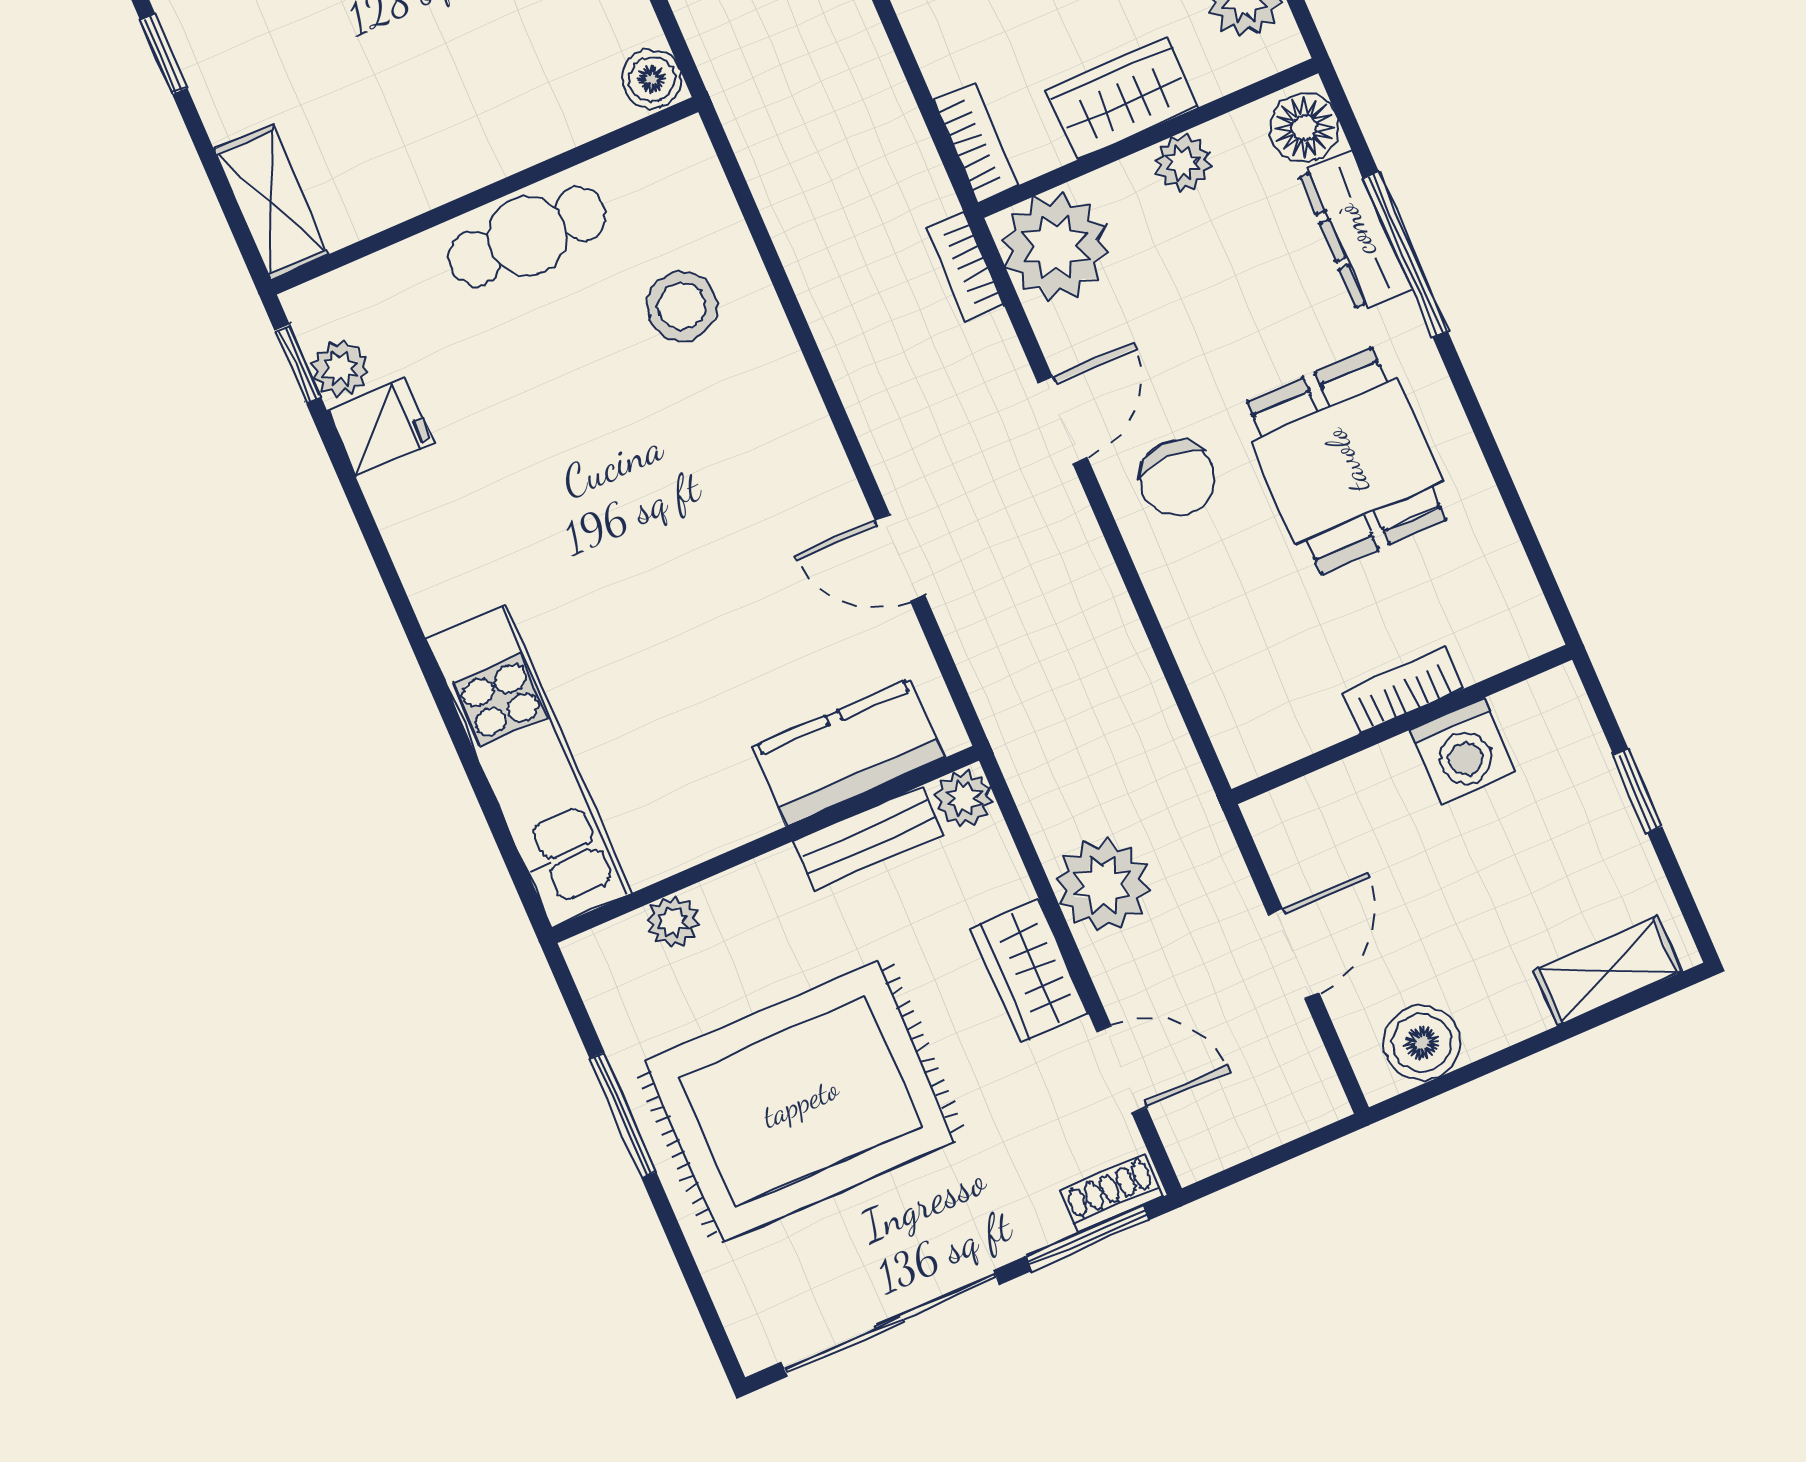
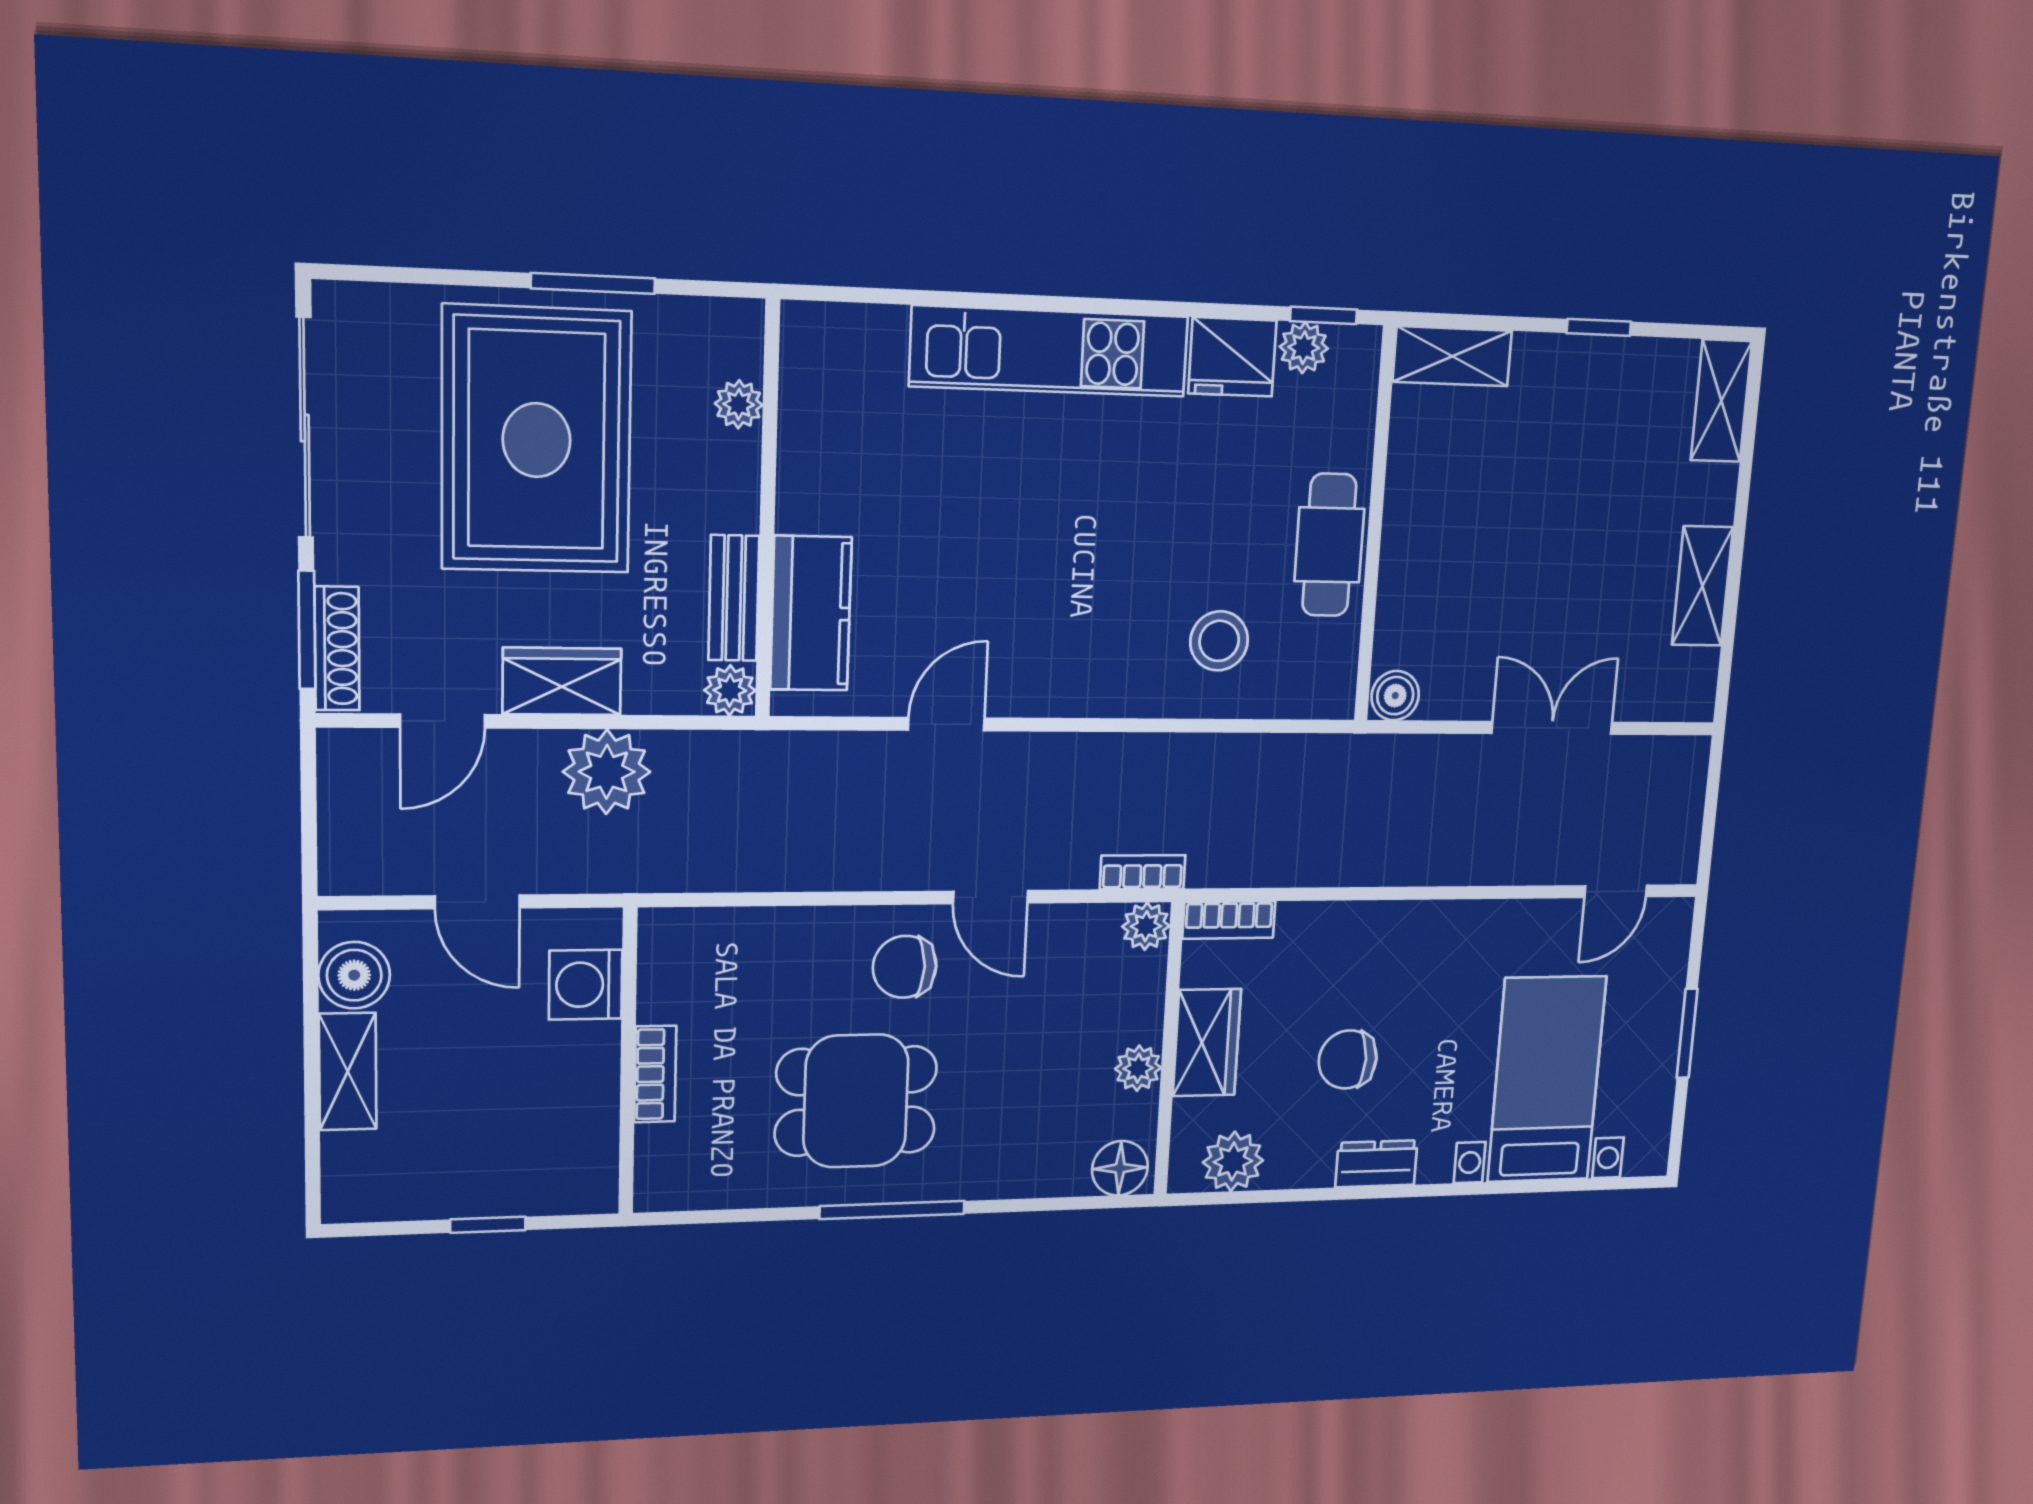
dresser: (1355, 231) -> (1026, 1175), removed
plant: (1056, 246) -> (1146, 926), width x0.53, depth x0.53
window: (1406, 254) -> (892, 1210), moved
fridge: (381, 427) -> (1232, 357), width x1.38
washing machine: (1462, 751) -> (586, 985), moved
kitchen unit: (529, 766) -> (1050, 351), moved
shelving: (1608, 971) -> (348, 1072), moved
shoe rack: (1112, 1194) -> (337, 649), width x1.43

